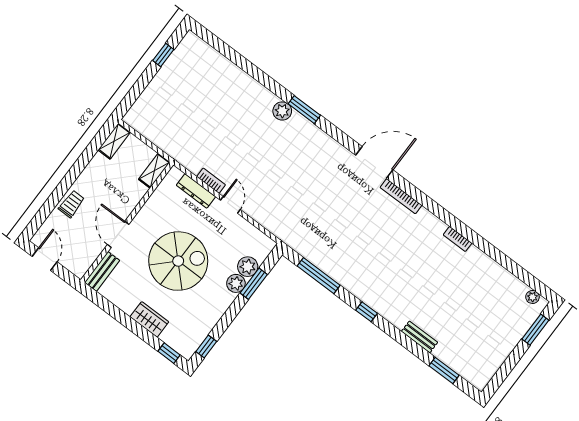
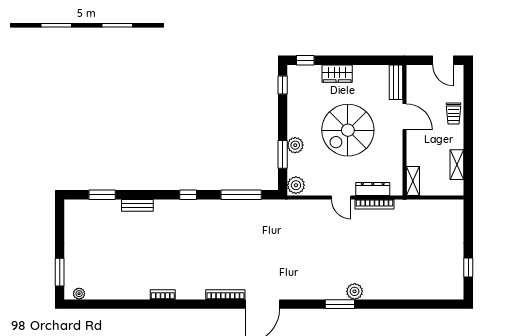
shelving: (114, 141) -> (457, 165), moved
bookcase: (211, 181) -> (375, 204), width x1.56
plant: (248, 267) -> (296, 185), moved

